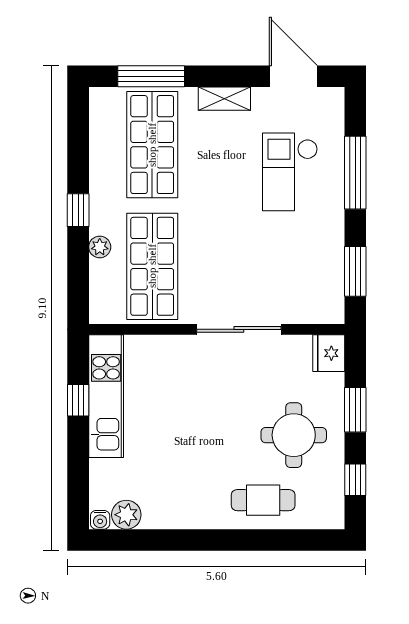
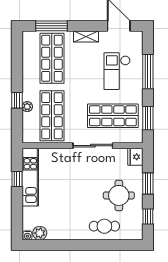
window: (78, 210) -> (17, 100), moved
shop shelf: (281, 266) -> (113, 116), added

